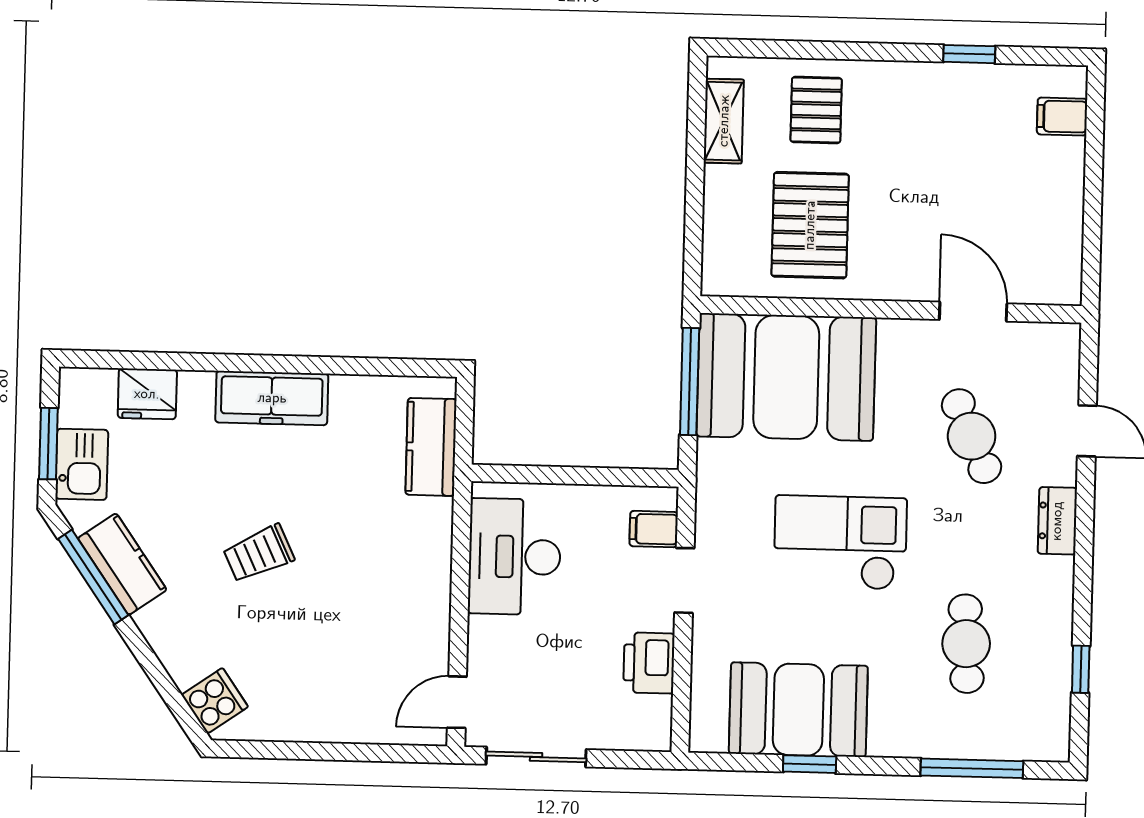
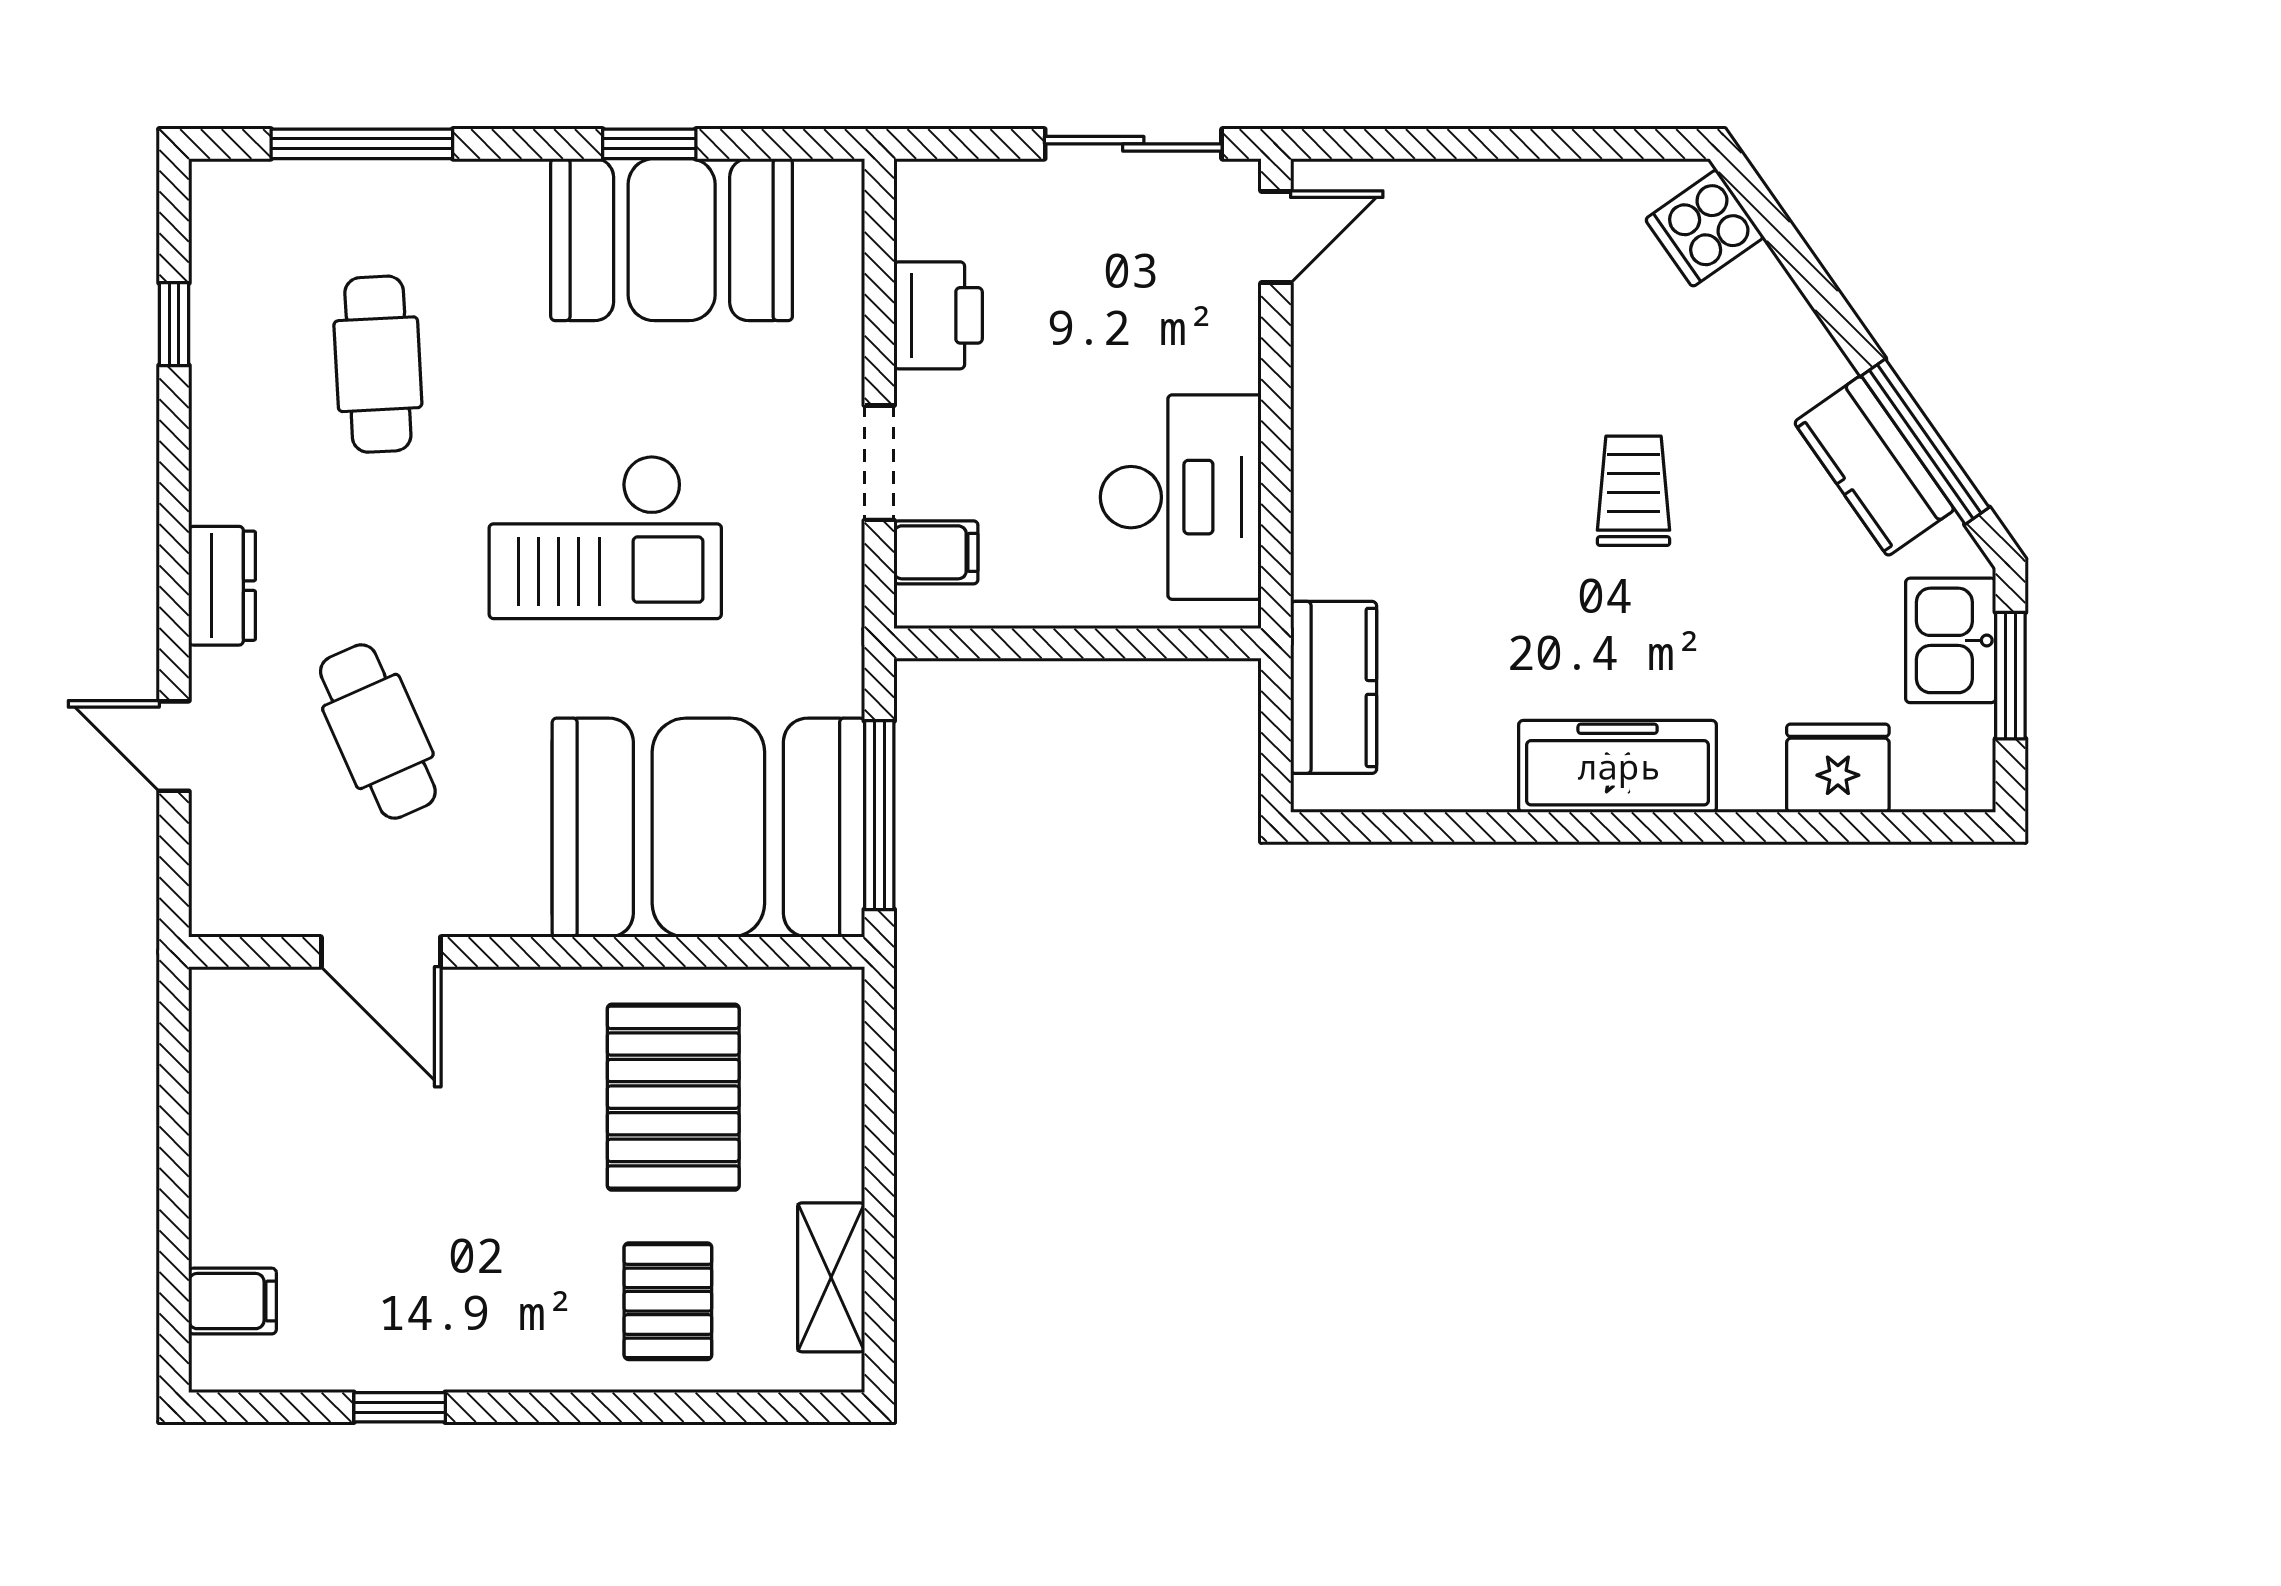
trolley: (259, 554) -> (1633, 491), turned -65

